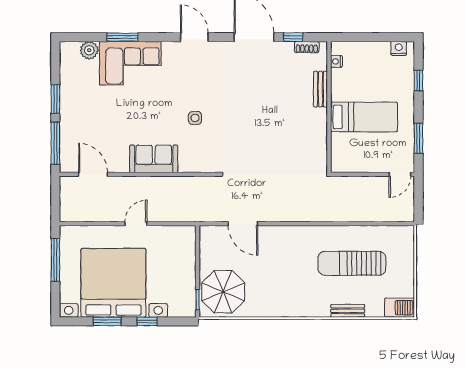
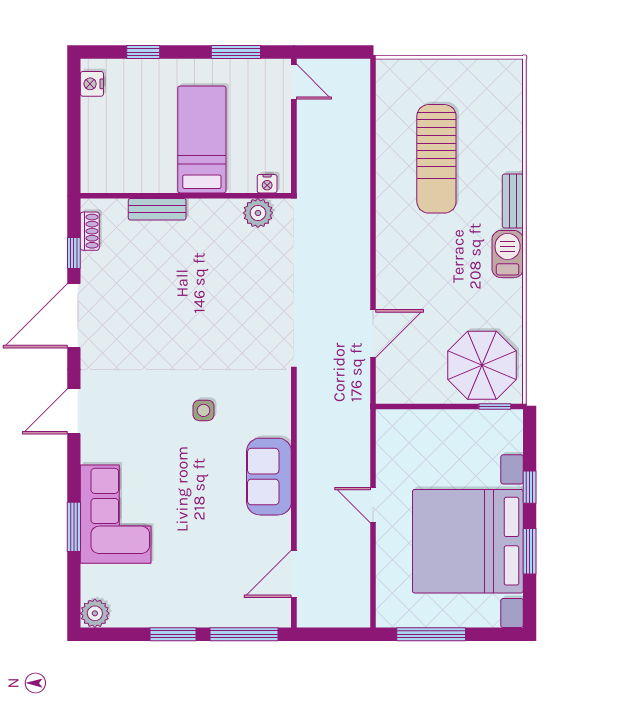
plant: (89, 50) -> (95, 613), moved
nightstand: (336, 61) -> (267, 184), moved
plant: (318, 152) -> (258, 213), added
barbecue: (400, 308) -> (508, 254), moved
bench: (348, 311) -> (513, 201), moved

